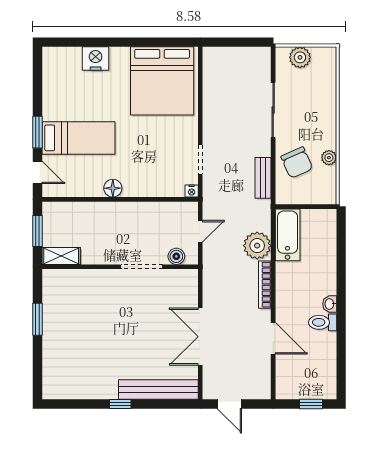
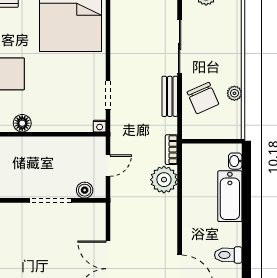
bench: (263, 178) -> (170, 96), moved
bathtub: (288, 235) -> (230, 196), moved, turned 180
bookcase: (265, 285) -> (171, 150), moved, width x0.64
washbasin: (330, 304) -> (235, 161), moved

